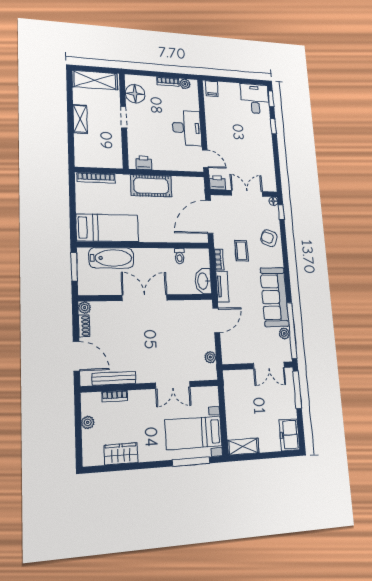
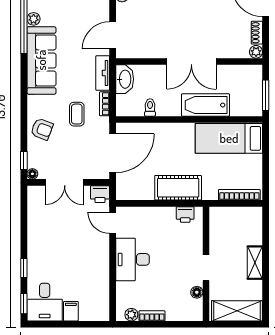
filing cabinet: (212, 89) -> (71, 311), moved
floor lamp: (135, 94) -> (197, 292), width x0.53, depth x0.53
bathtub: (111, 258) -> (205, 105), moved

